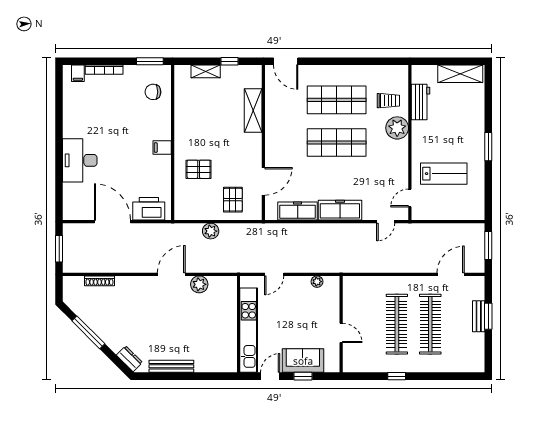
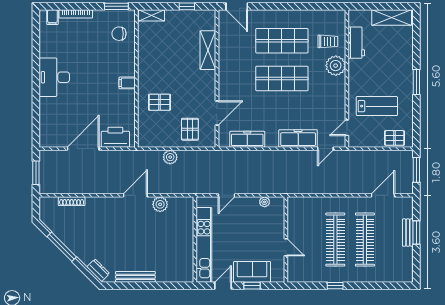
shelving: (206, 71) -> (152, 15), moved
desk: (80, 160) -> (54, 77), moved
freezer: (340, 210) -> (298, 138), moved
pallet: (464, 210) -> (394, 138), added
door: (112, 222) -> (83, 149), hinge flipped

